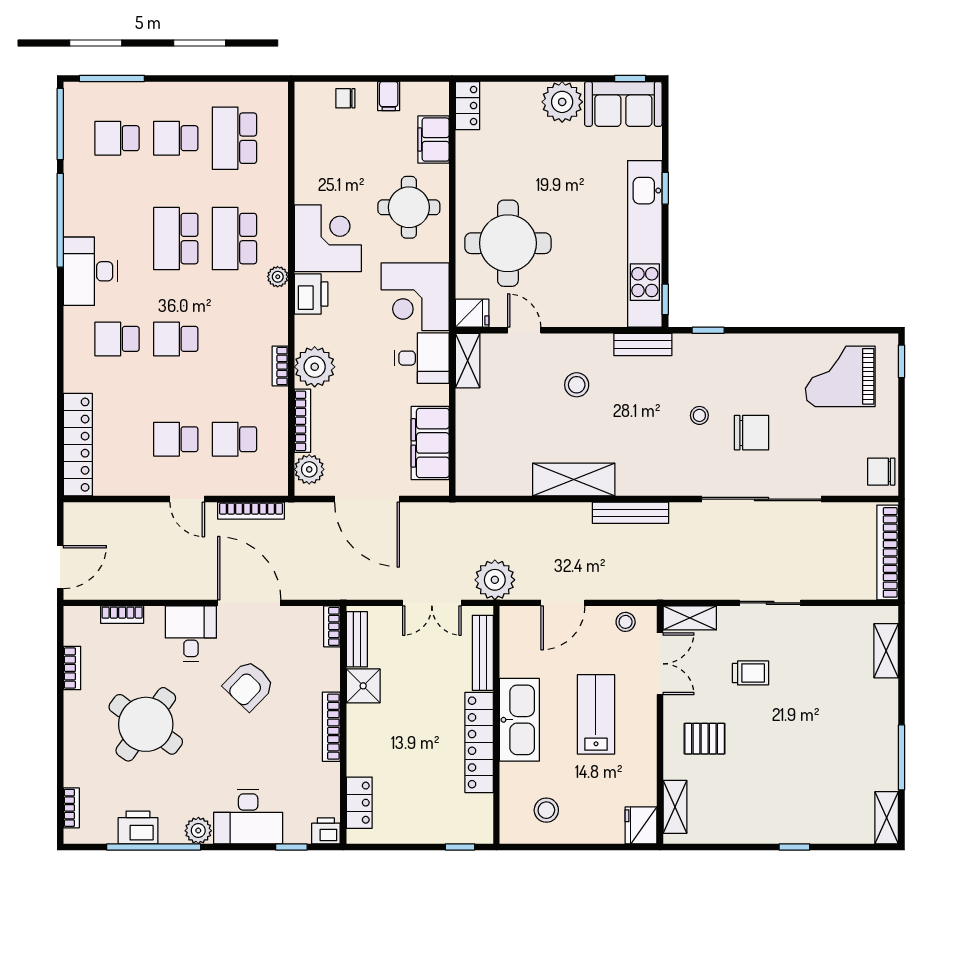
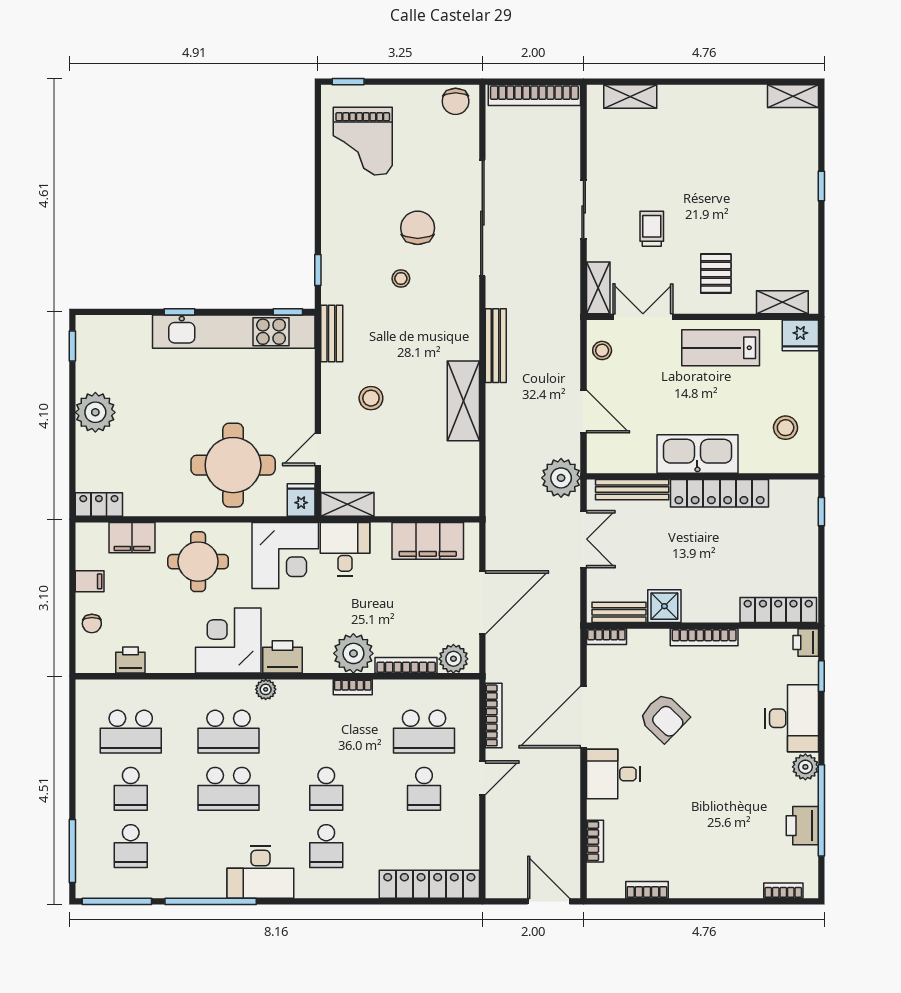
sofa: (623, 104) -> (97, 353), removed
printer: (308, 138) -> (130, 660), added
school desk: (234, 439) -> (424, 732), width x1.85
lab bench: (596, 714) -> (721, 348), moved
round table: (146, 724) -> (702, 818), removed
window: (901, 757) -> (734, 82), removed
locker: (359, 803) -> (778, 610), width x1.53

